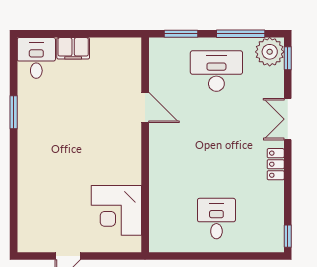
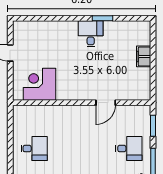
desk: (36, 58) -> (91, 34), moved, turned -90
desk: (216, 71) -> (129, 149), width x0.73

